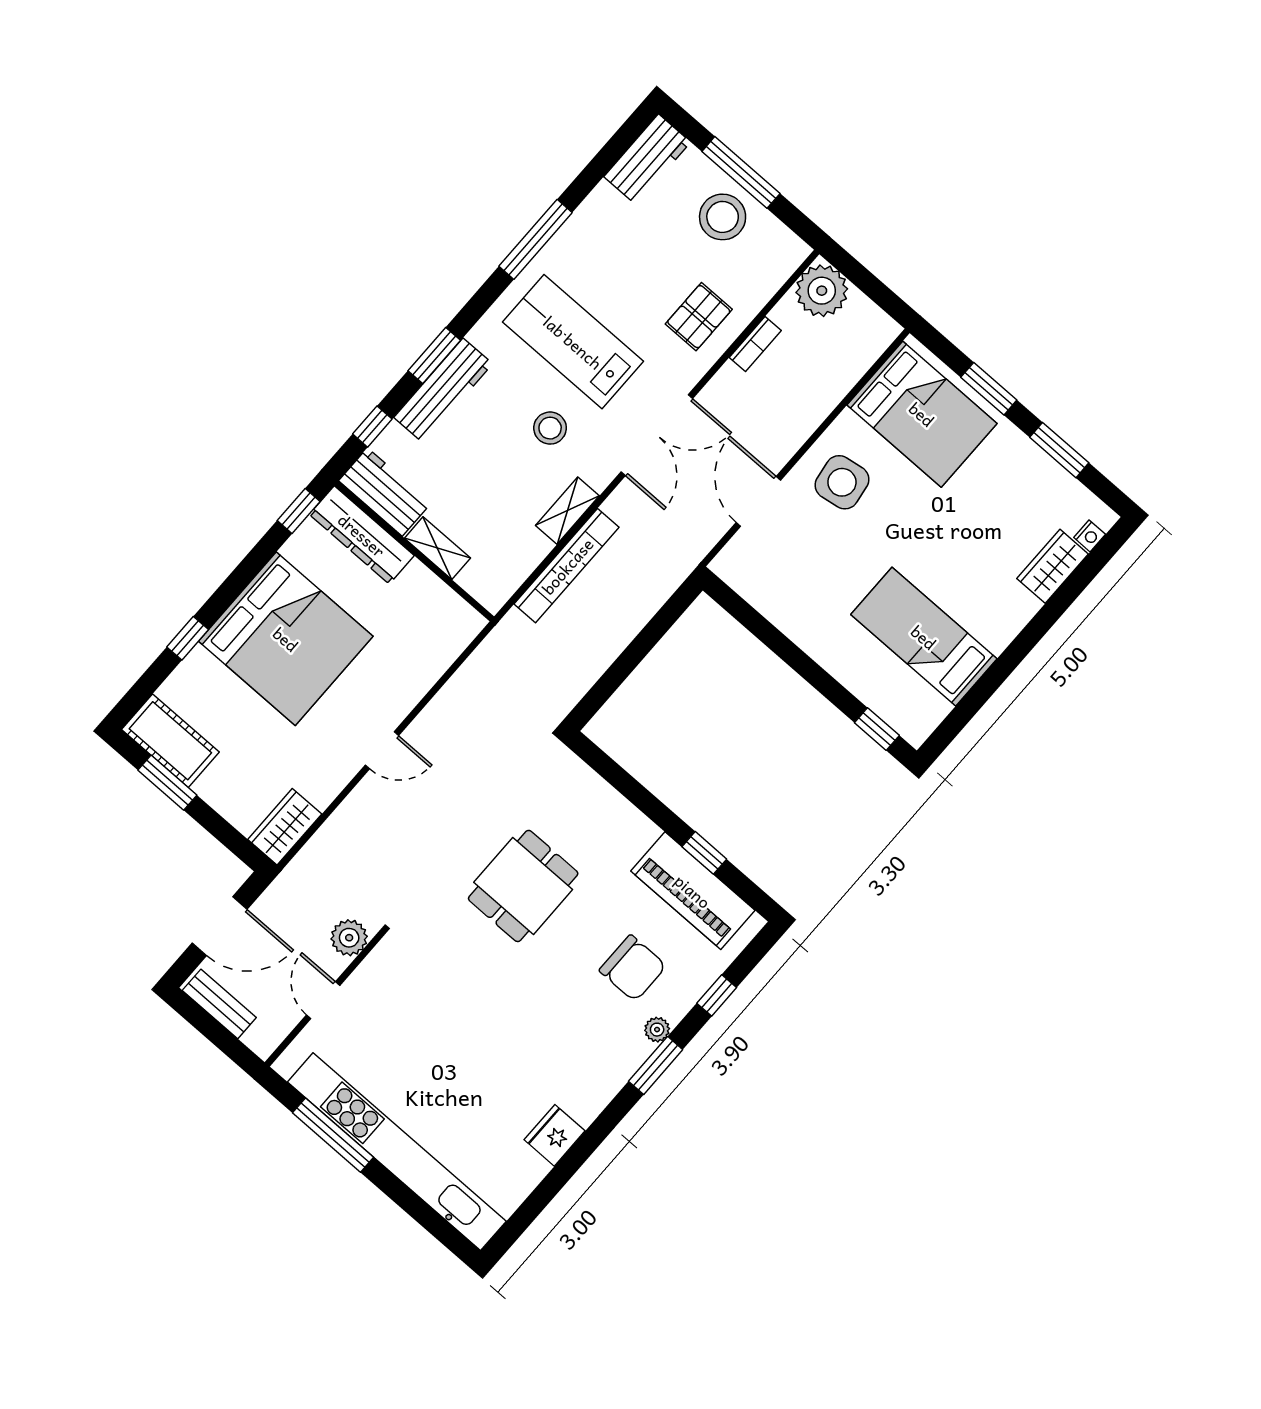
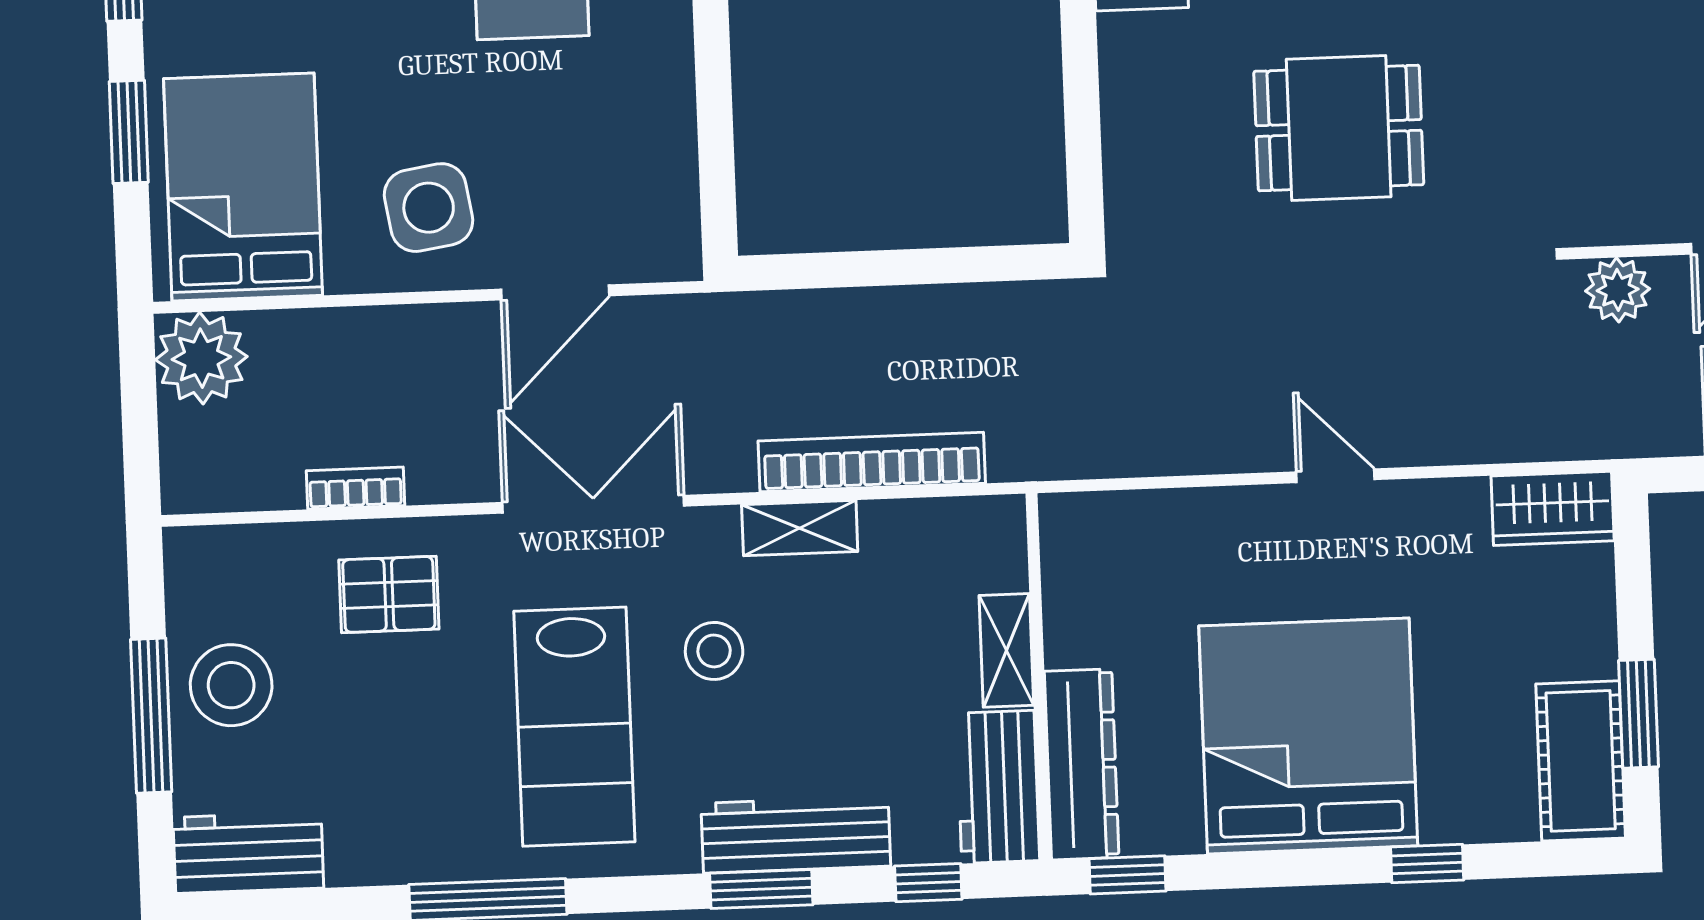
plant: (822, 291) -> (201, 358), moved

